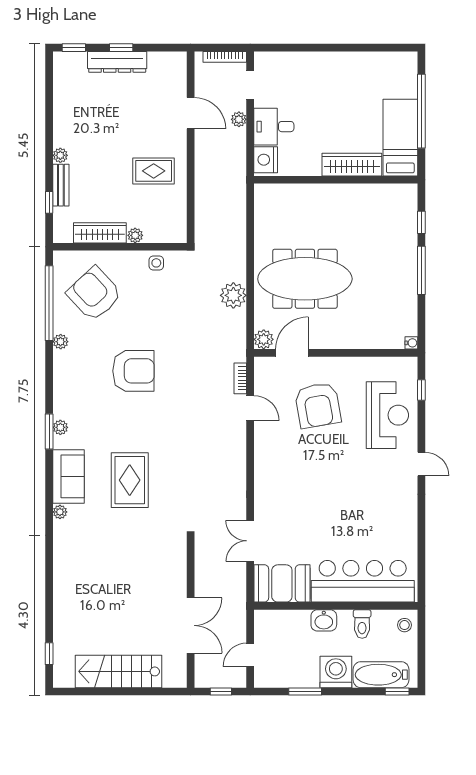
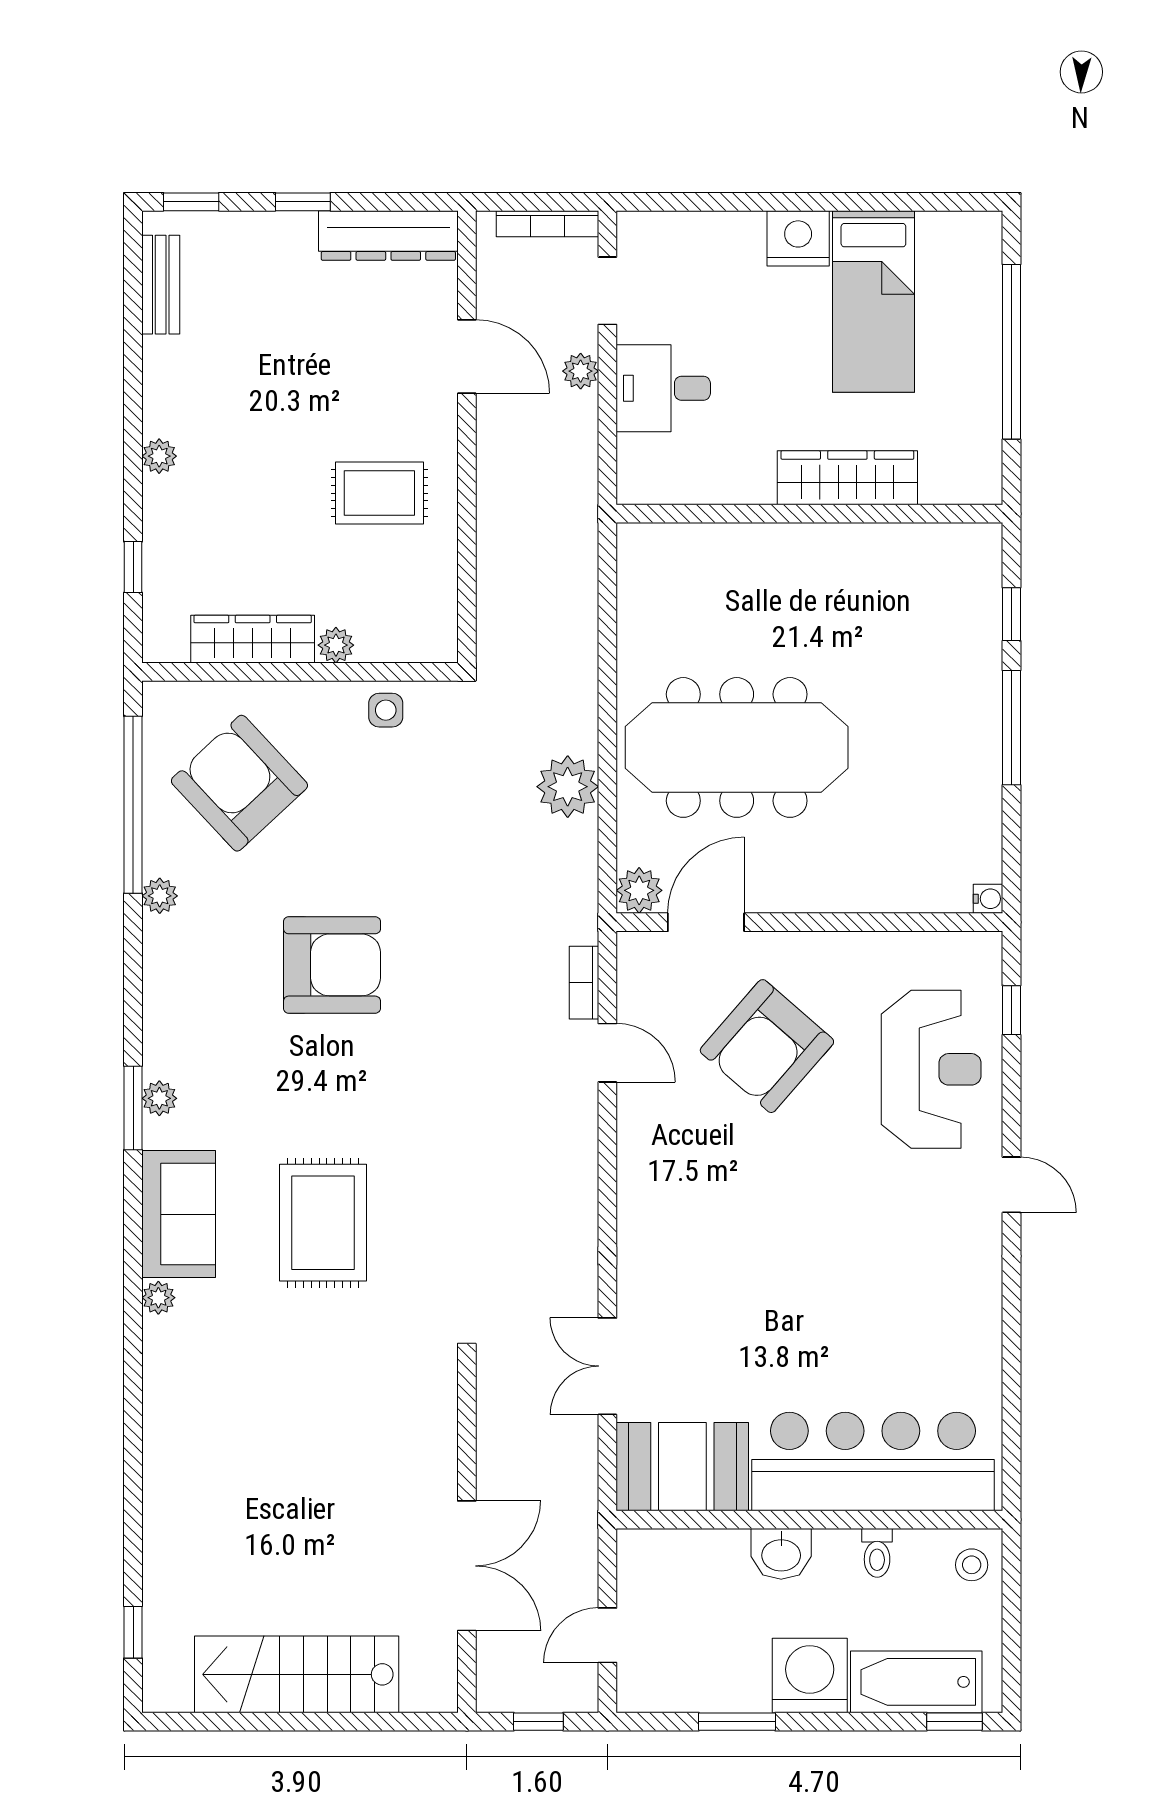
dresser: (117, 62) -> (388, 235), moved
bed: (400, 138) -> (873, 301), moved, turned 180
nightstand: (266, 160) -> (798, 238), moved, turned 90
bench: (61, 185) -> (161, 285), moved
armchair: (318, 405) -> (767, 1046), turned 51
toilet: (362, 624) -> (877, 1553), width x0.73, depth x0.72

